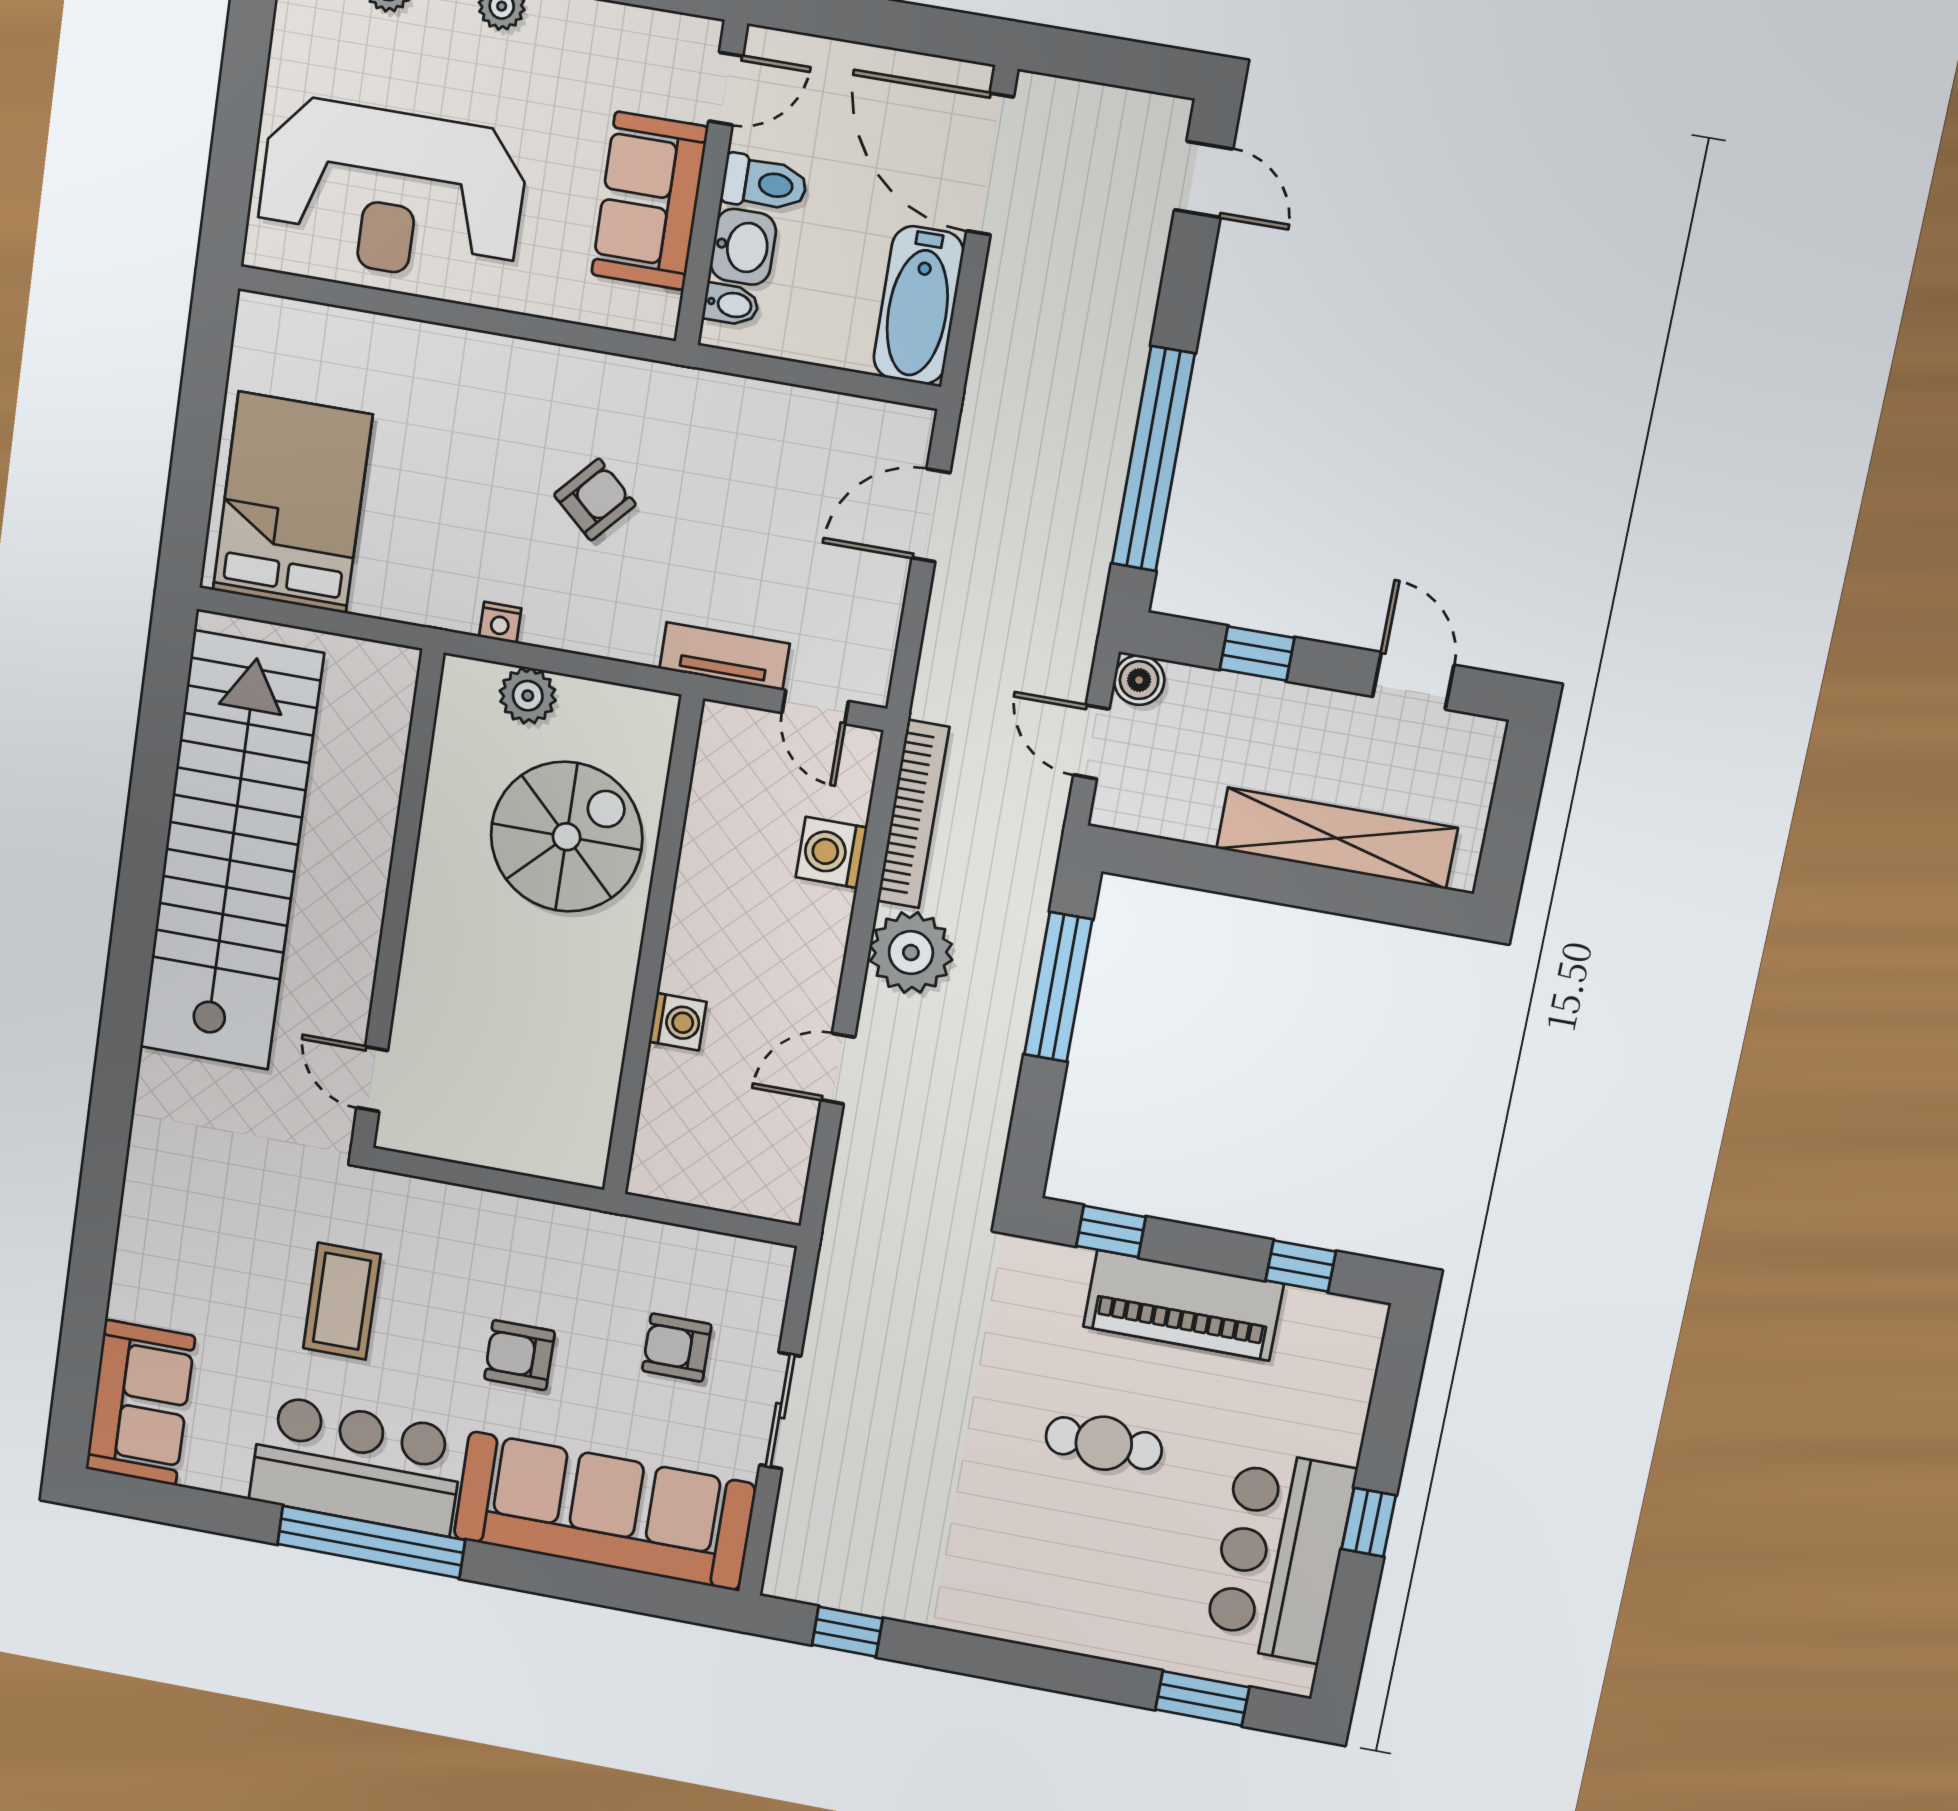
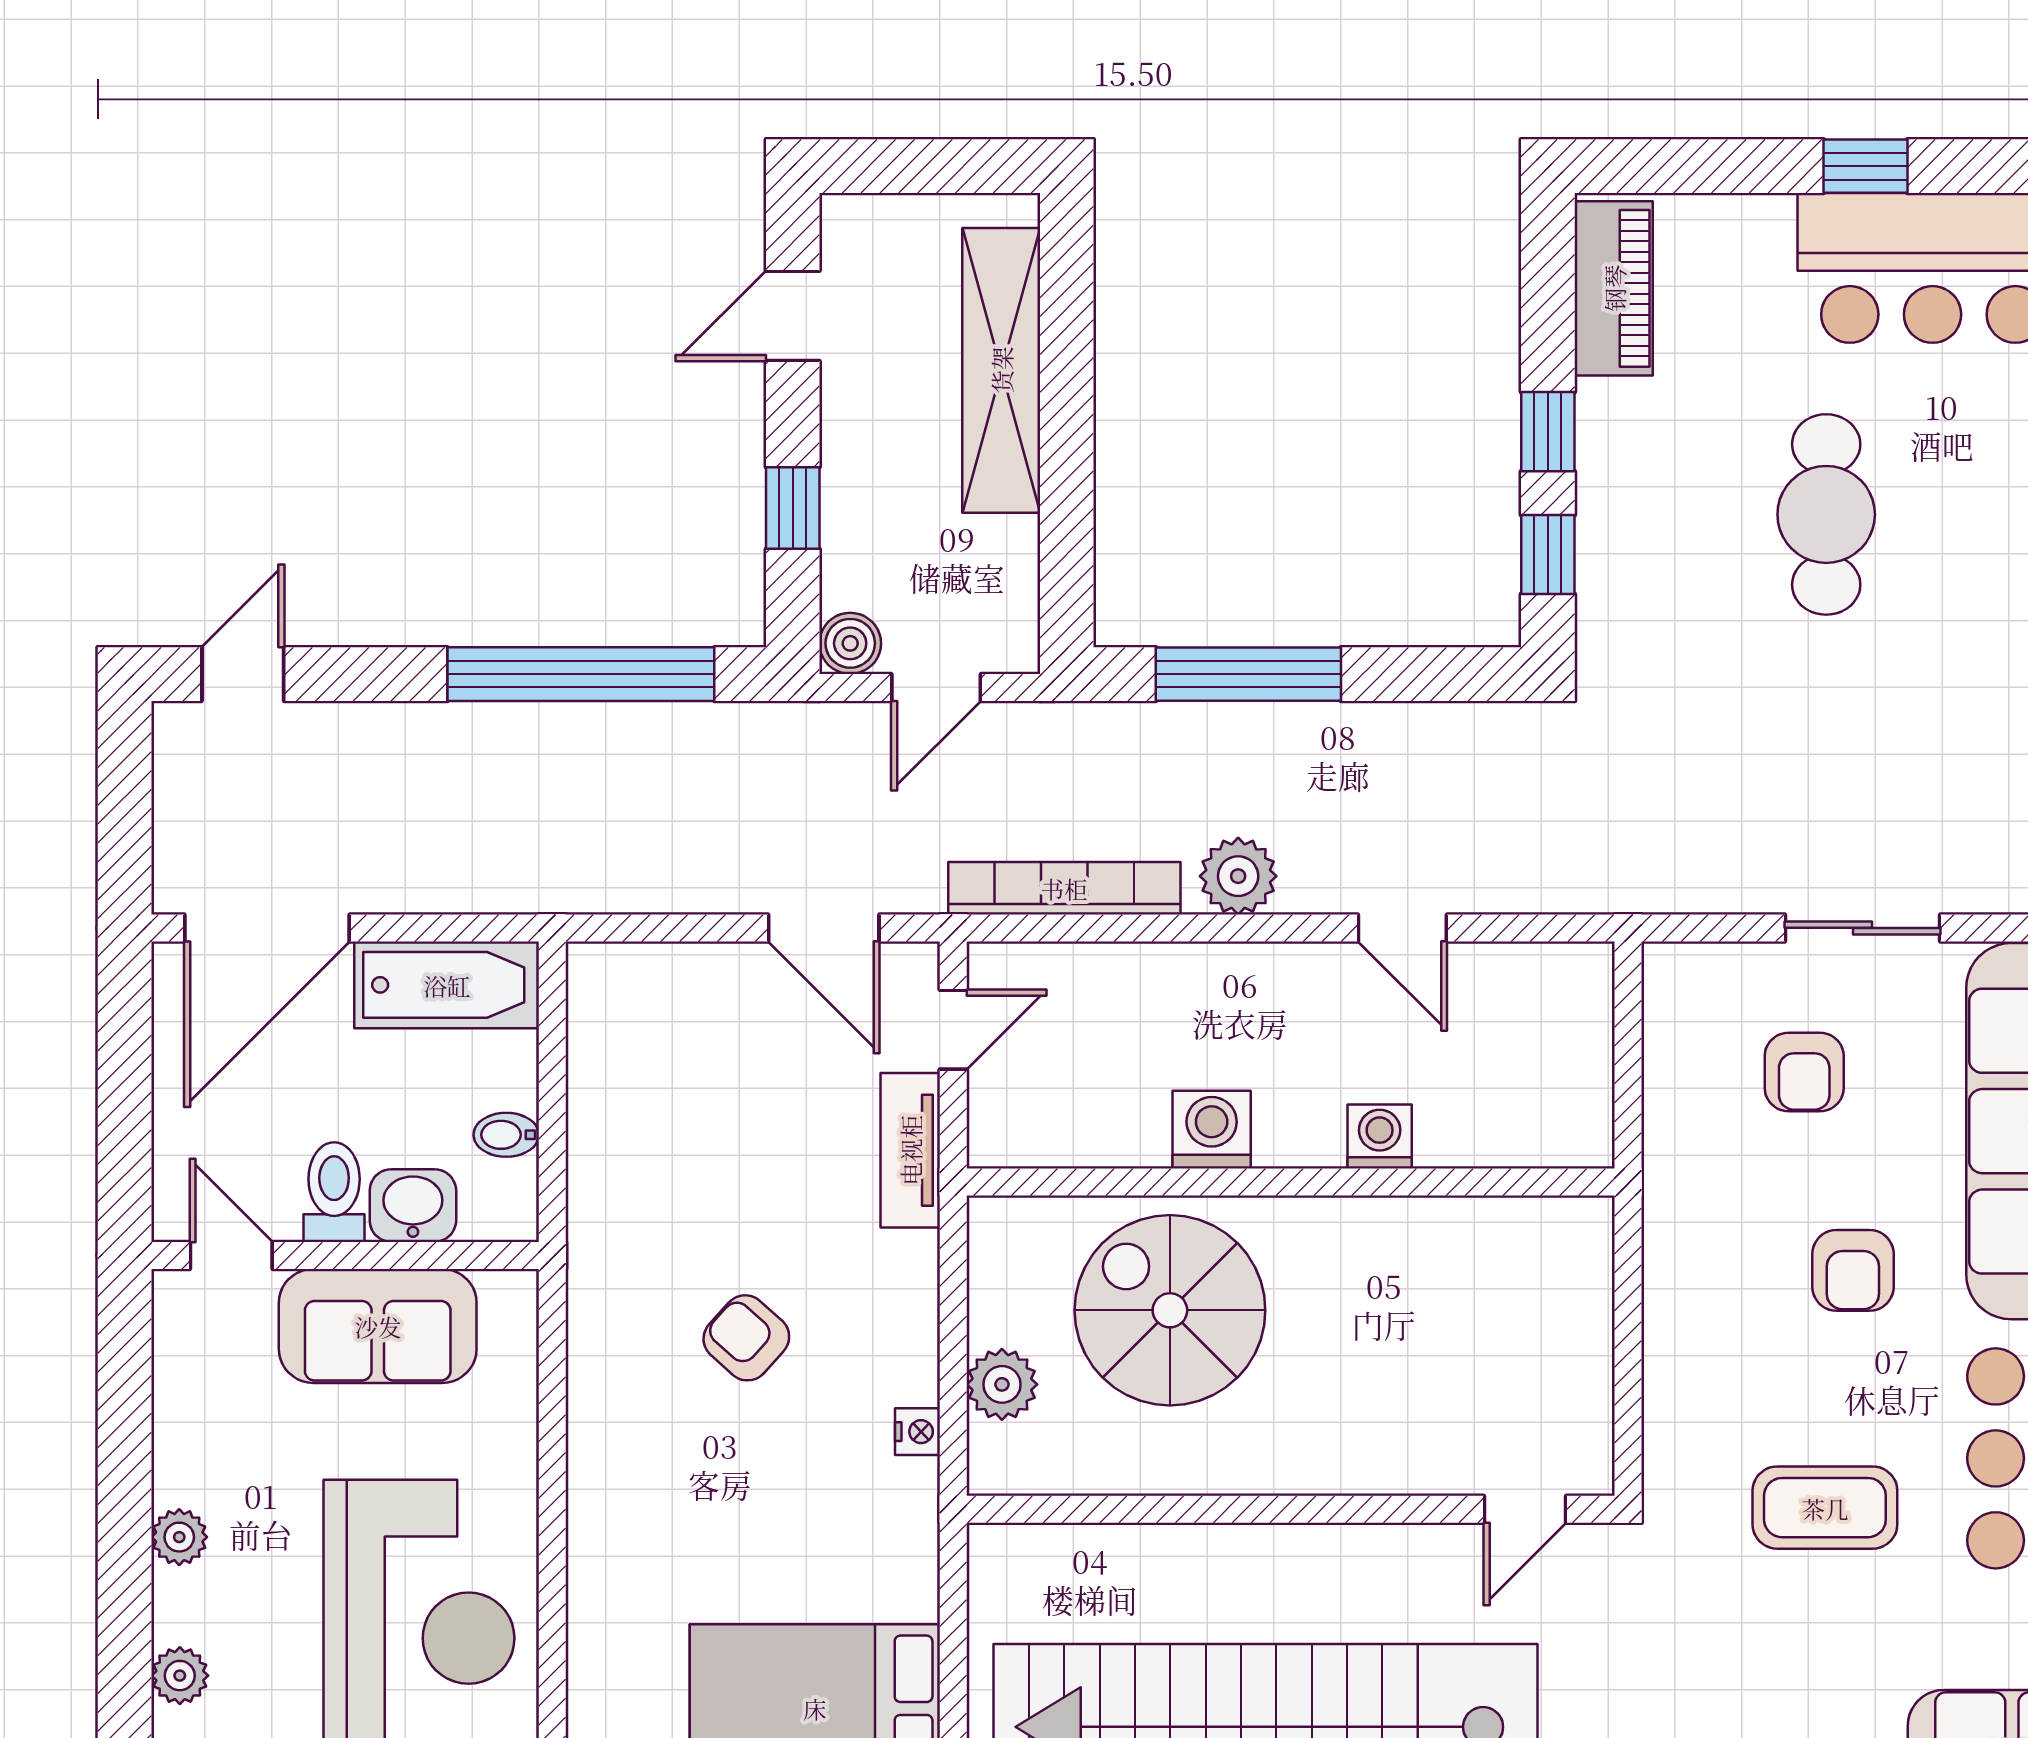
bidet: (731, 304) -> (506, 1135), moved, turned -90
door: (931, 515) -> (824, 928), moved
washing machine: (832, 853) -> (1212, 1130), moved, turned 180
plant: (911, 953) -> (1238, 876), width x0.73, depth x0.73
window: (1301, 1266) -> (1548, 432), moved
piano: (1183, 1305) -> (1614, 288), moved, width x0.73, depth x0.75
cafe table: (1104, 1443) -> (1826, 514), width x1.37, depth x1.35

